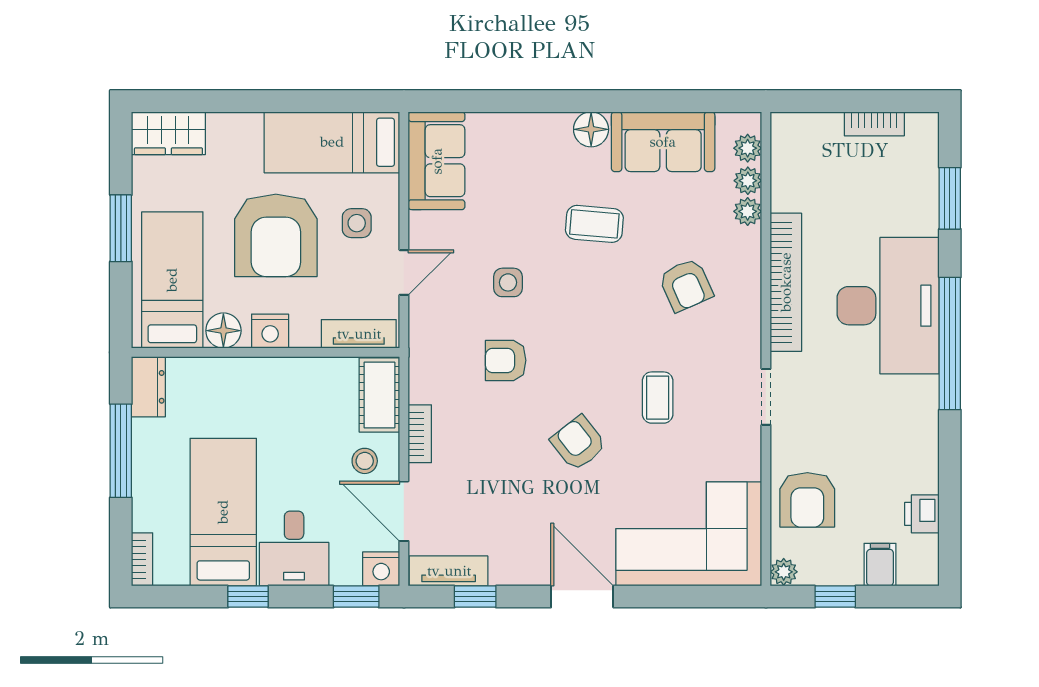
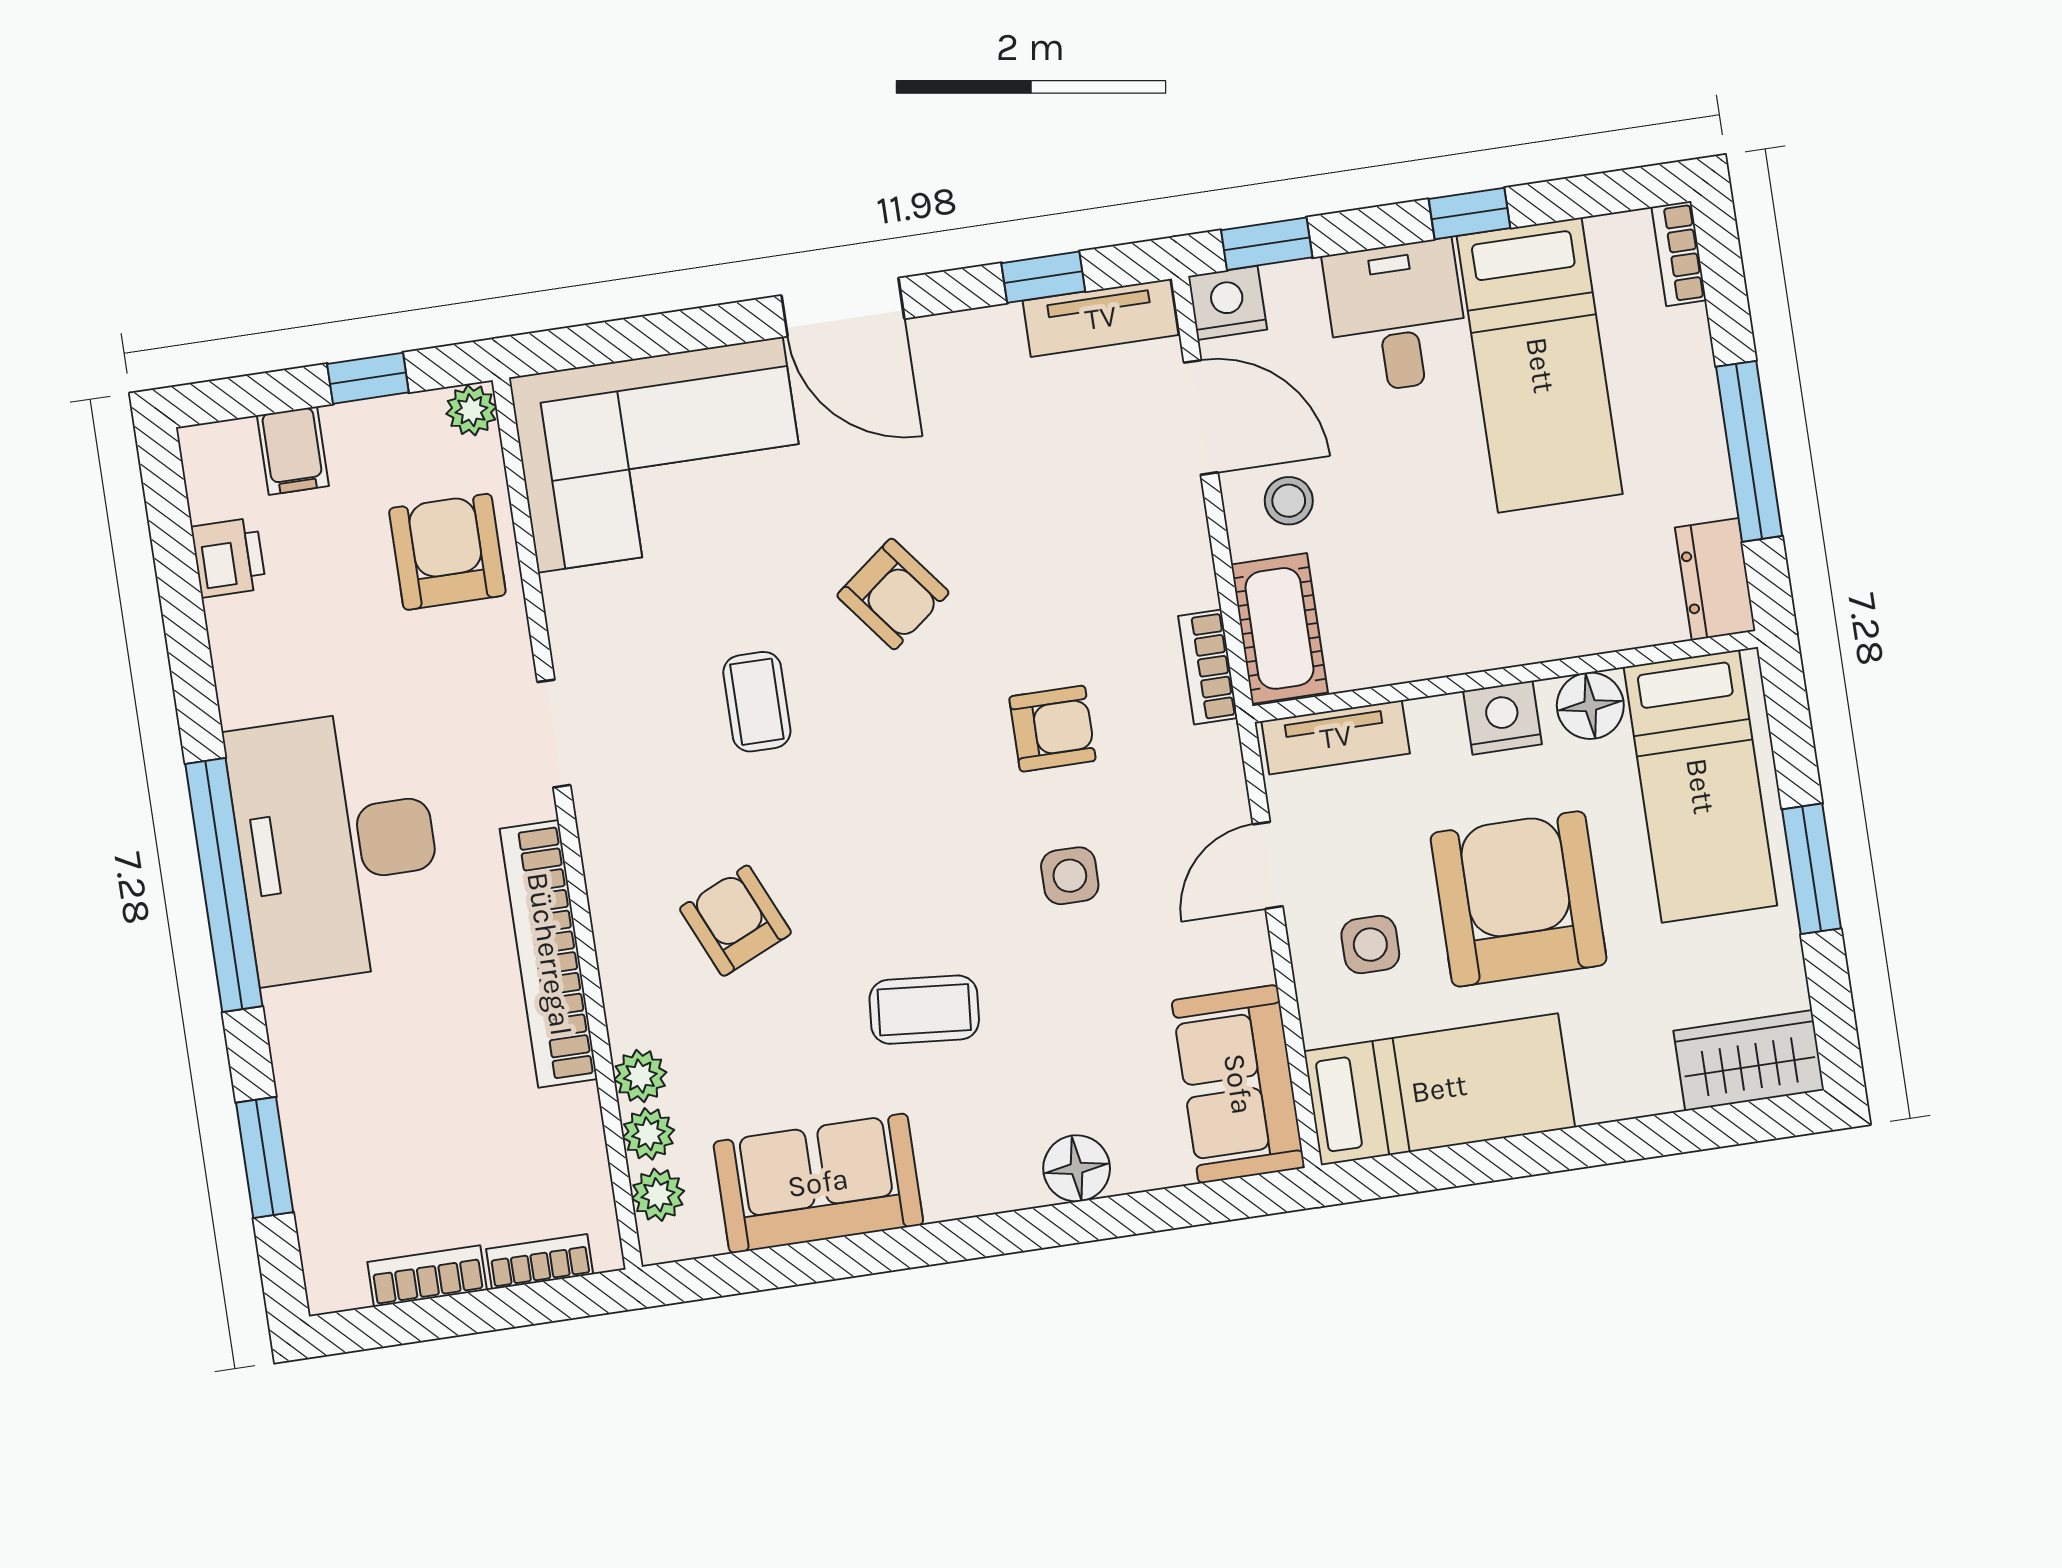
bookcase: (815, 123) -> (540, 1262), added
floor lamp: (591, 129) -> (1077, 1168), moved
desk: (888, 306) -> (336, 846), moved
bookcase: (420, 434) -> (1208, 667), moved

